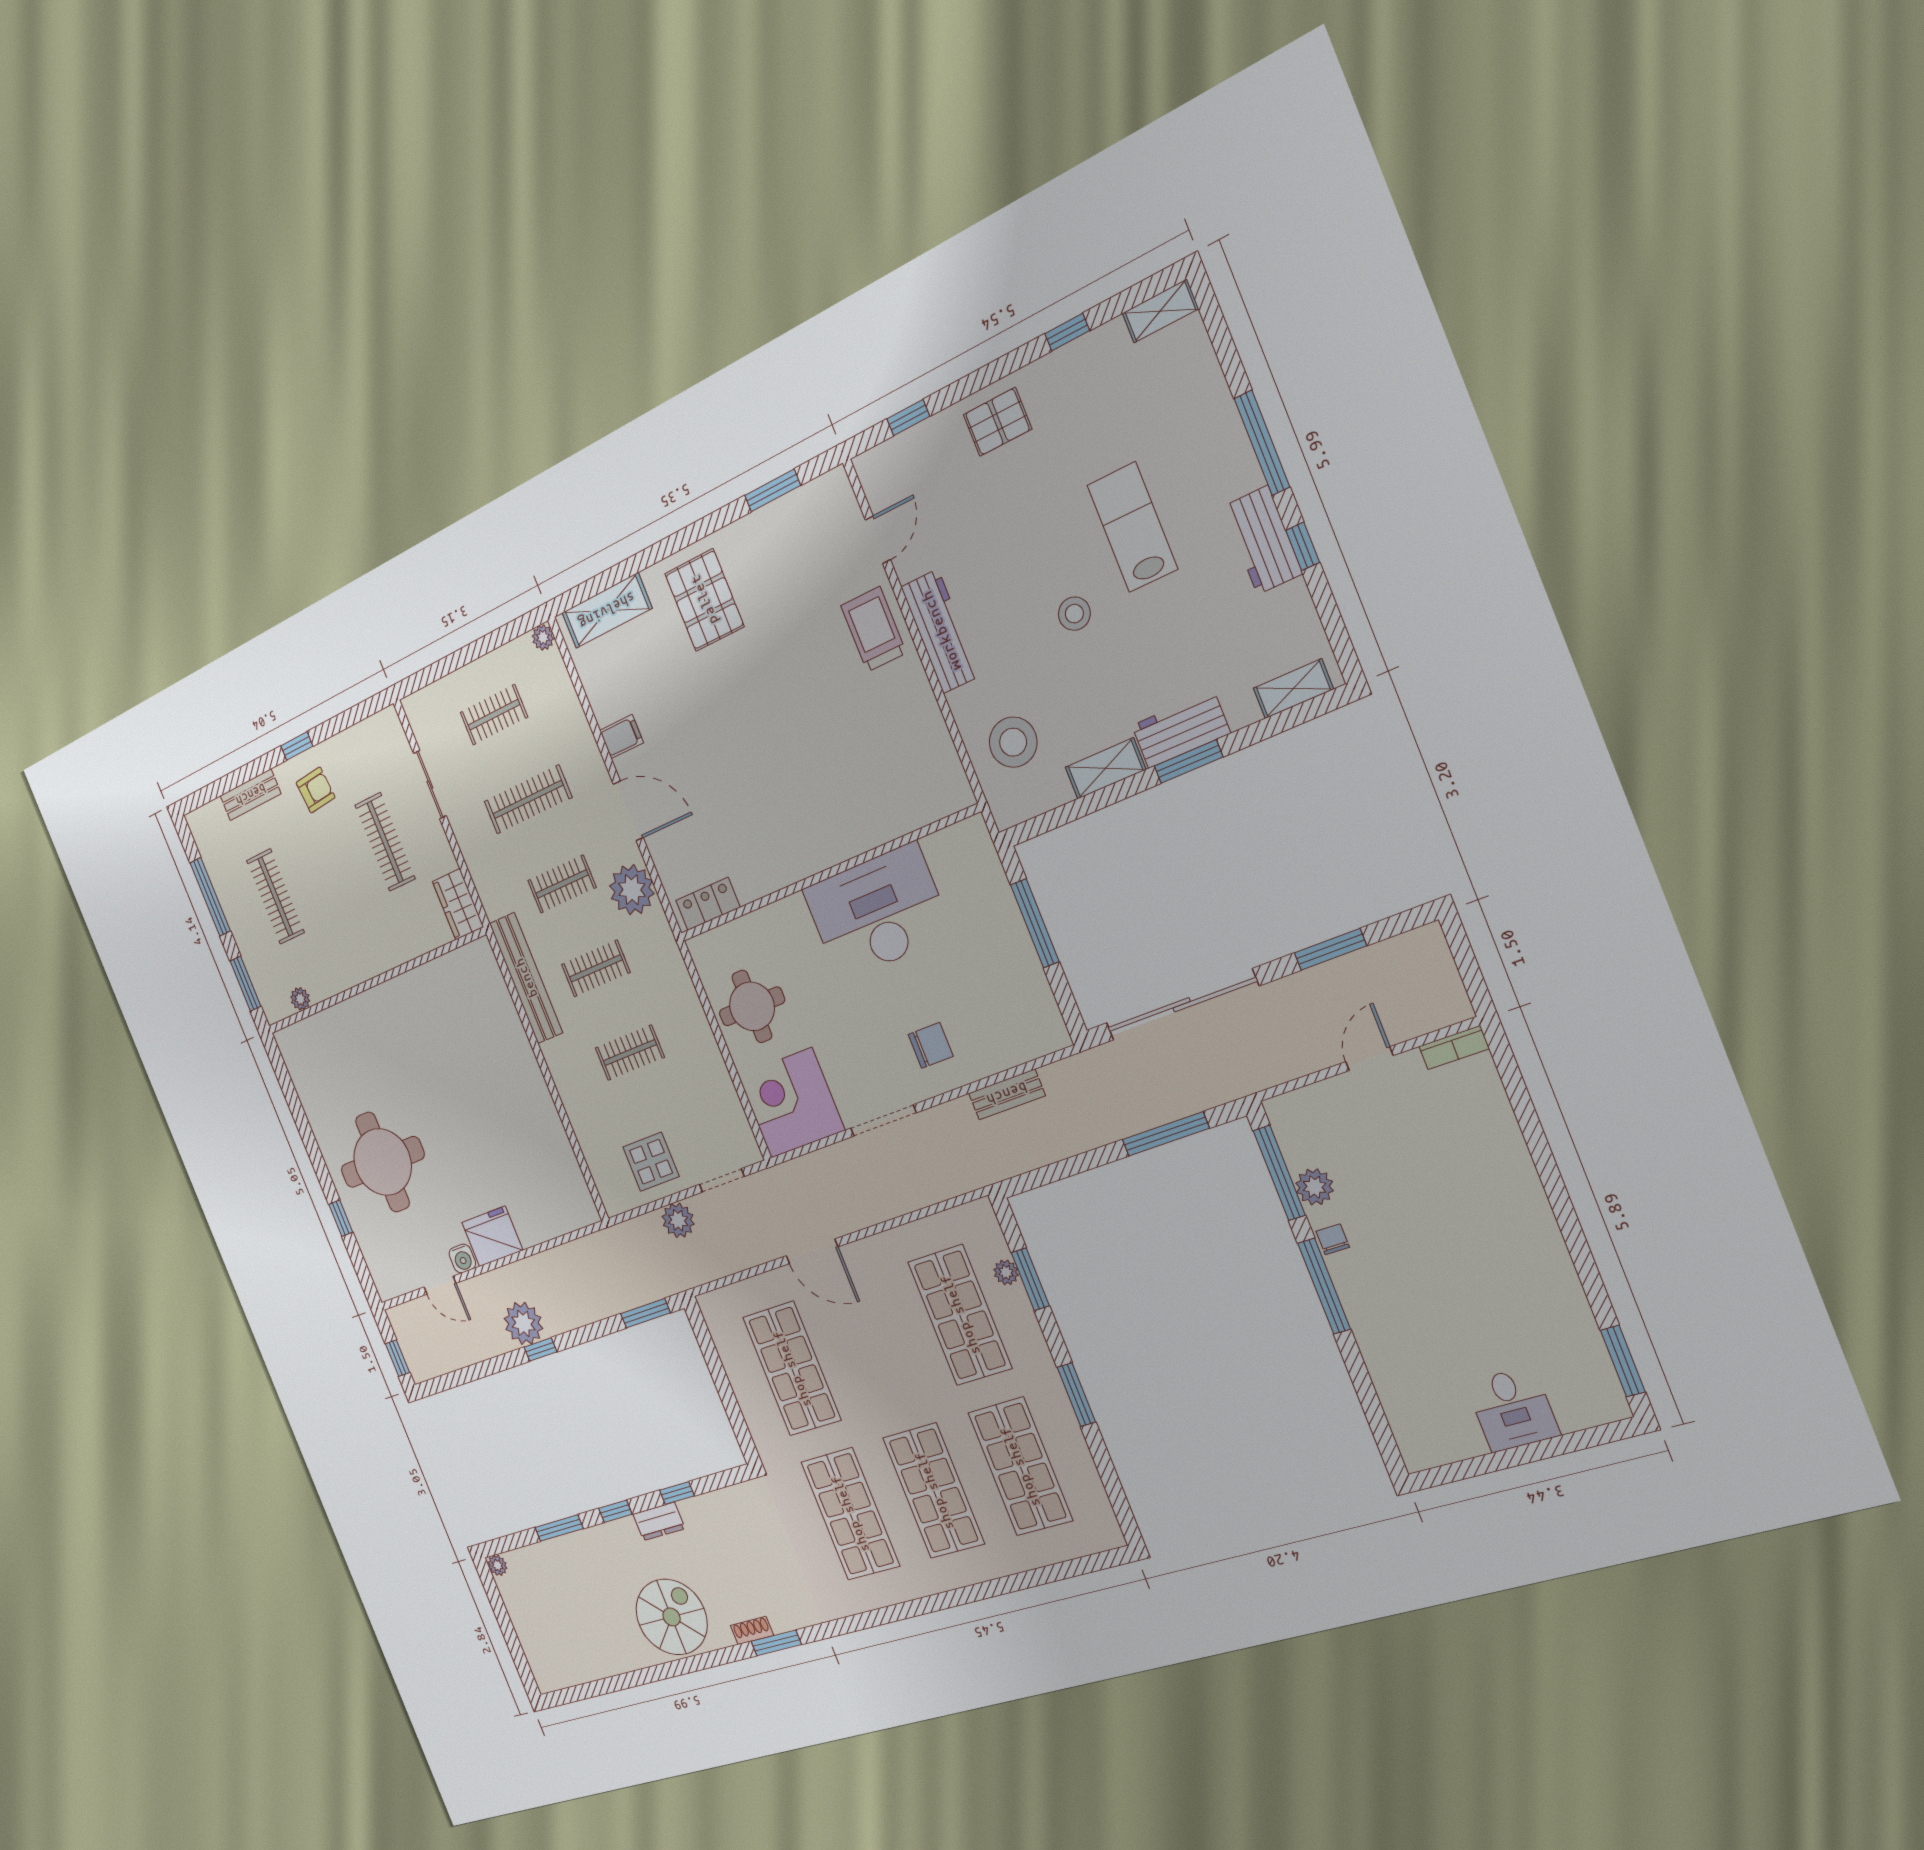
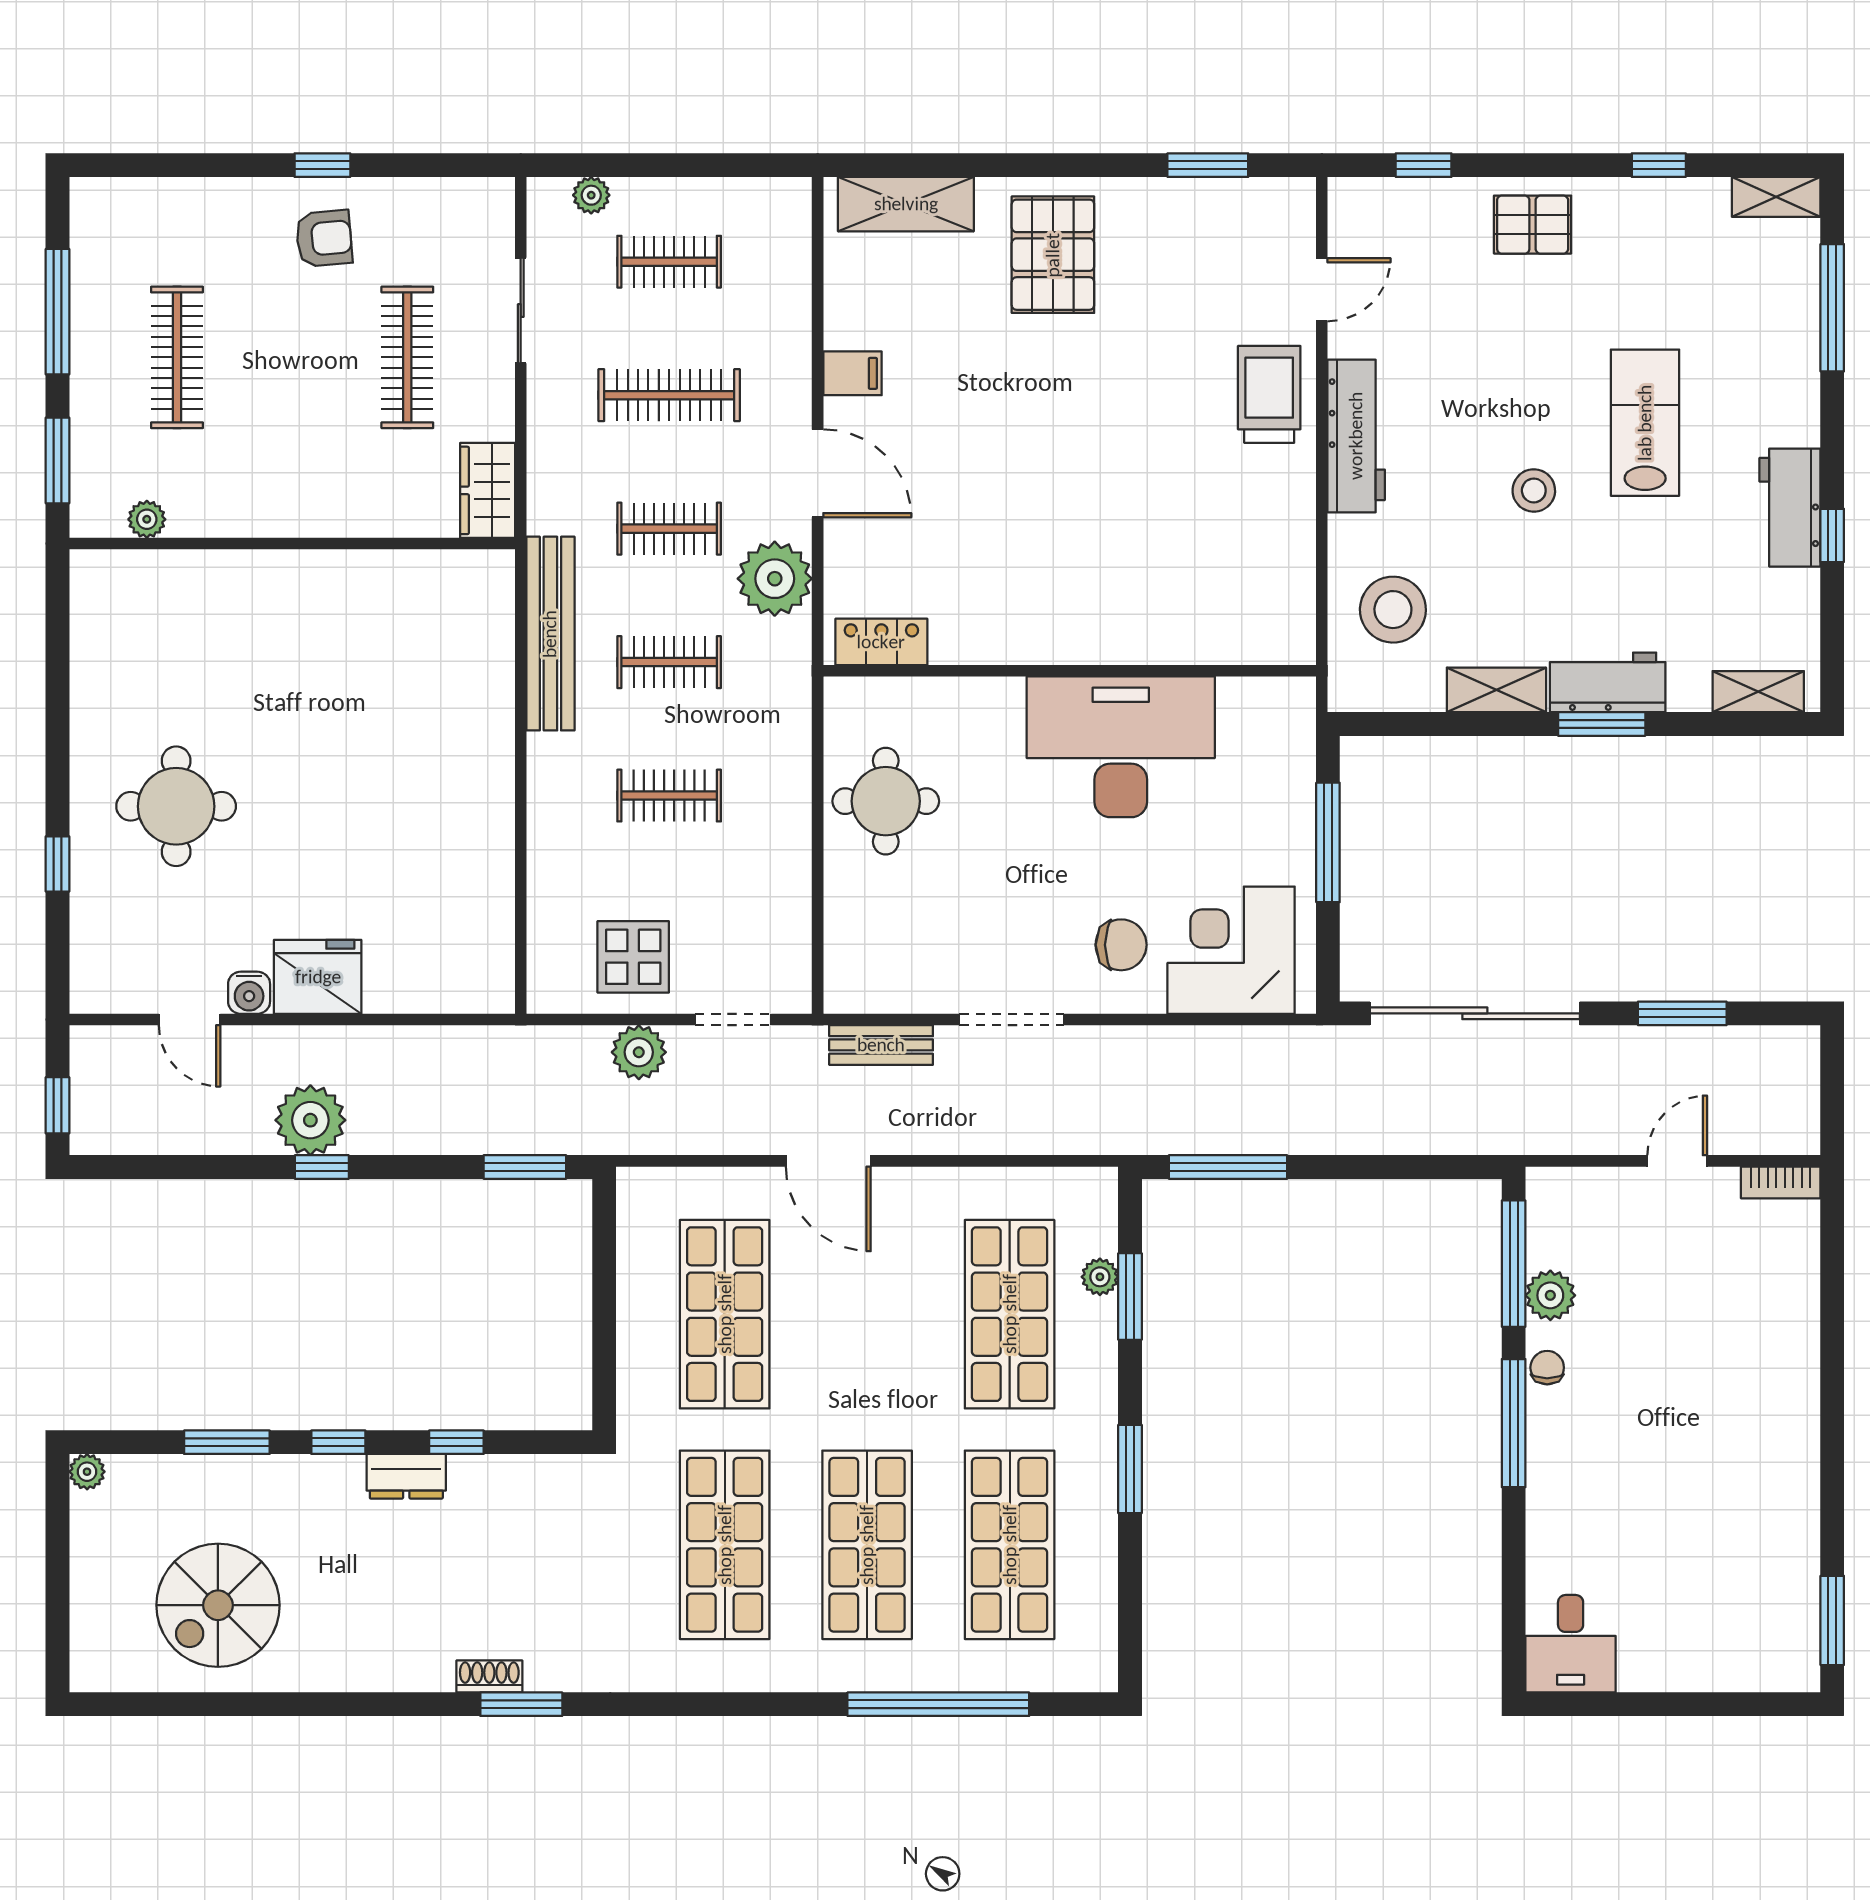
window: (1262, 443) -> (1832, 308), moved
plant: (543, 637) -> (591, 195), moved
bench: (251, 795) -> (206, 198), removed
bench: (1007, 1094) -> (881, 1045), moved
corner desk: (791, 1103) -> (1231, 950), moved
window: (1166, 1134) -> (1228, 1167), moved
round table: (383, 1162) -> (176, 806), width x0.73, depth x0.73
desk: (1513, 1409) -> (1571, 1644), moved
window: (1018, 1582) -> (938, 1704), added
spiral stairs: (672, 1617) -> (218, 1605), moved, turned 180

